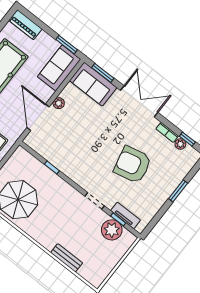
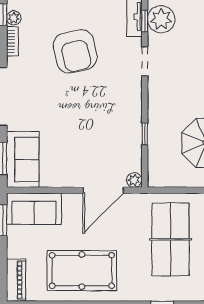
plant: (59, 103) -> (134, 180), moved

